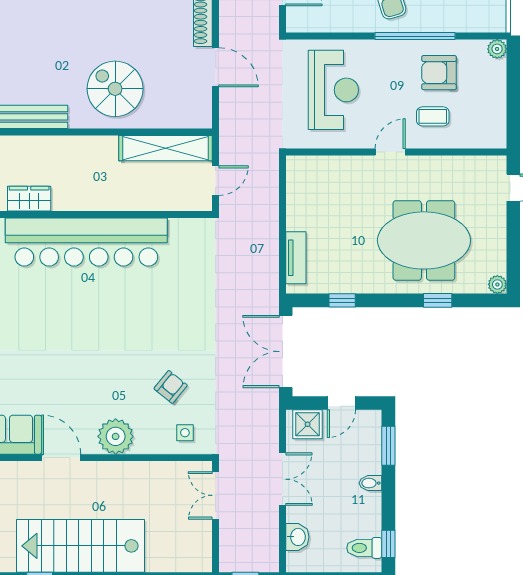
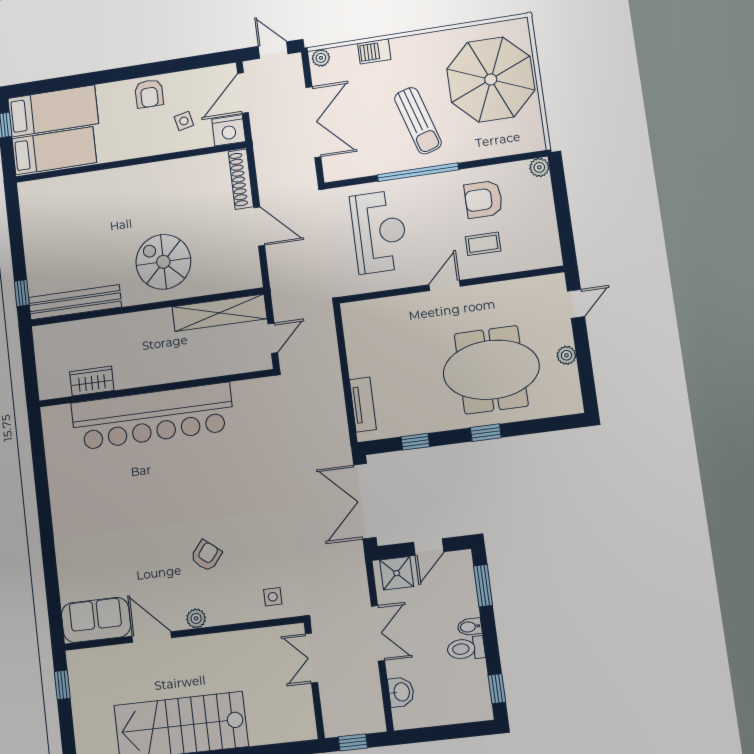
window: (415, 36) -> (418, 172), moved
plant: (497, 284) -> (566, 355), moved
window: (438, 300) -> (486, 433), moved
armchair: (171, 387) -> (206, 556), moved
plant: (116, 436) -> (196, 618), width x0.53, depth x0.53
toilet: (364, 548) -> (466, 649), moved

